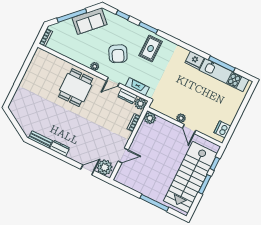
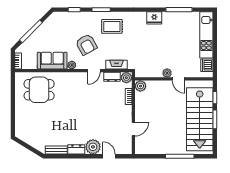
sofa: (89, 21) -> (52, 61), moved, turned -135
rug: (151, 48) -> (112, 26), turned 90
kitchen unit: (224, 75) -> (206, 35), moved, turned 90
dining table: (76, 88) -> (39, 90), moved, turned 90
plant: (105, 167) -> (93, 147), moved
door: (87, 170) -> (109, 156), hinge flipped

